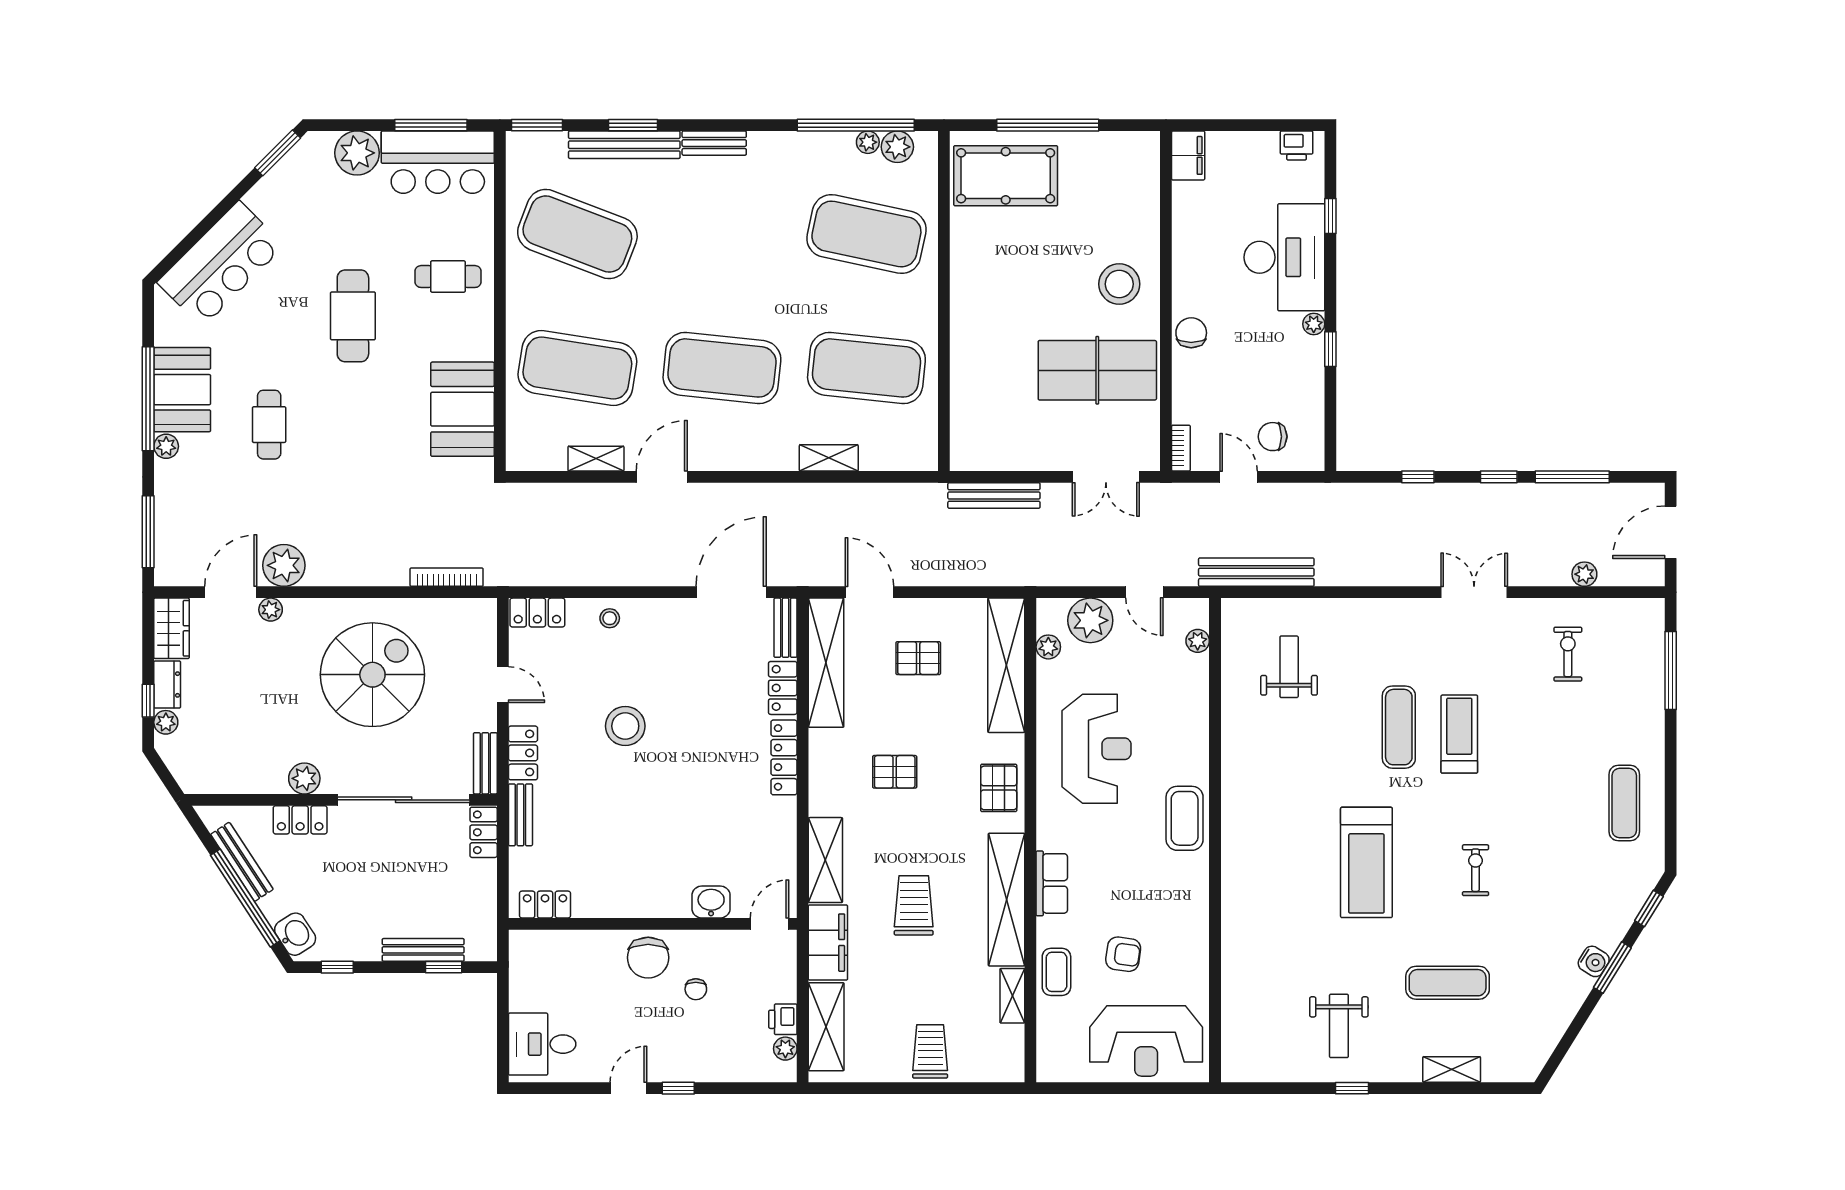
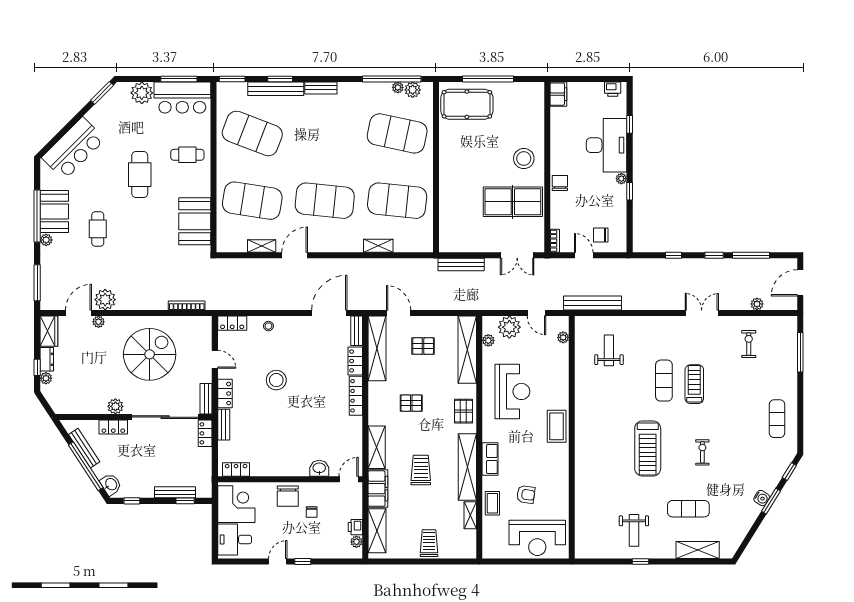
corner desk: (546, 974) -> (236, 504), added
shelving: (1452, 1069) -> (698, 550), width x1.50, depth x1.33

